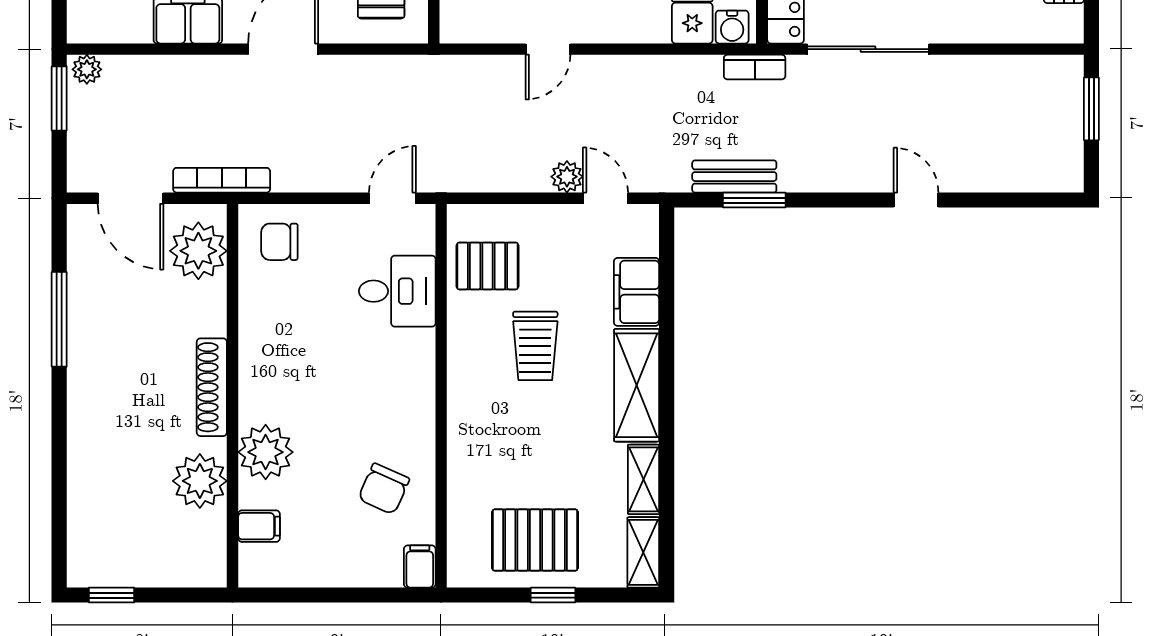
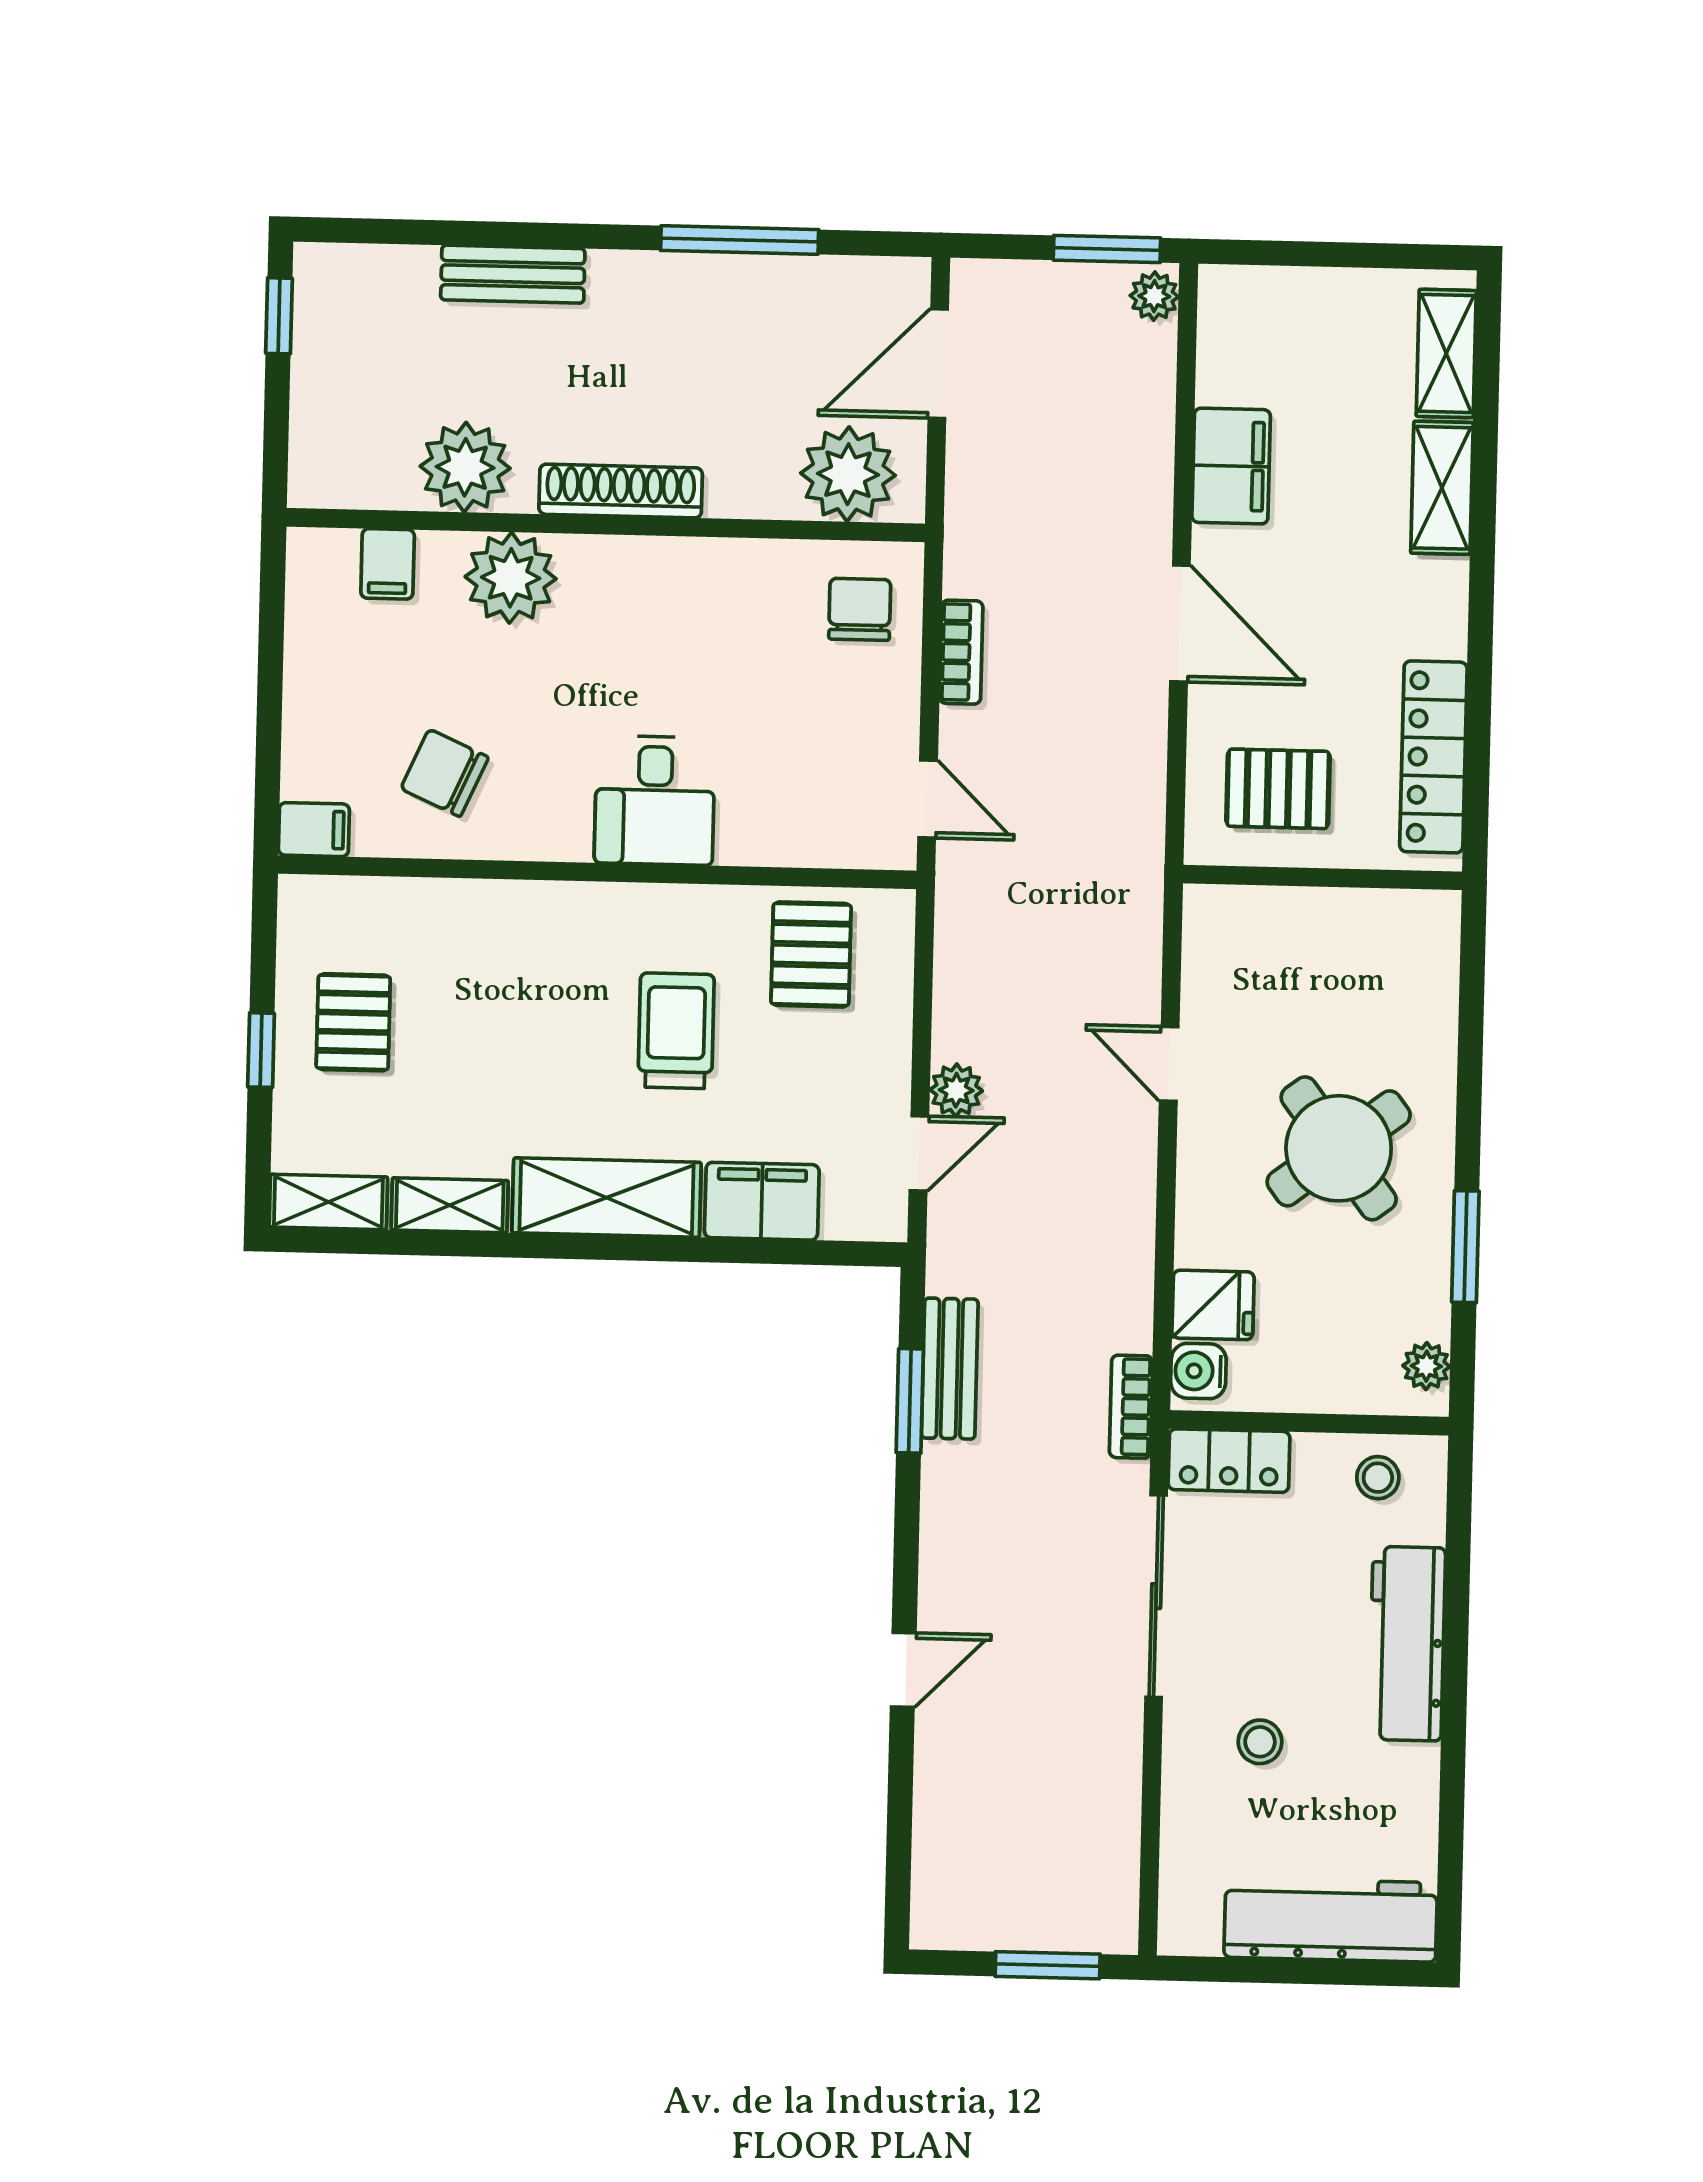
bookcase: (222, 180) -> (961, 652), moved, width x0.64
desk: (397, 291) -> (655, 800), moved
trolley: (535, 346) -> (676, 1031), turned 90
bench: (83, 455) -> (513, 274), added
pallet: (535, 540) -> (353, 1022), width x0.67, depth x0.71

